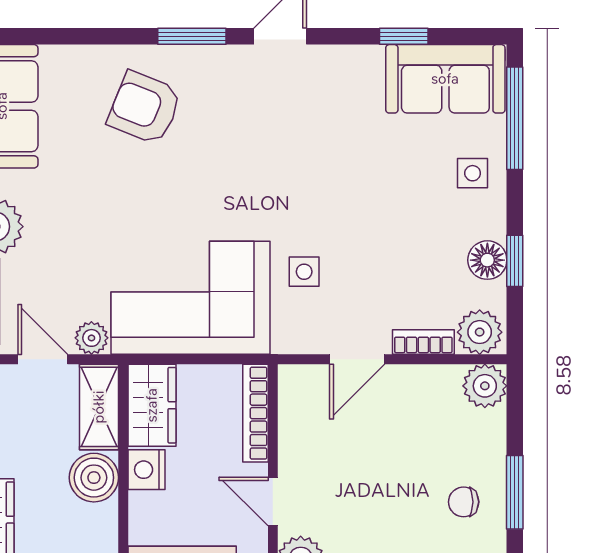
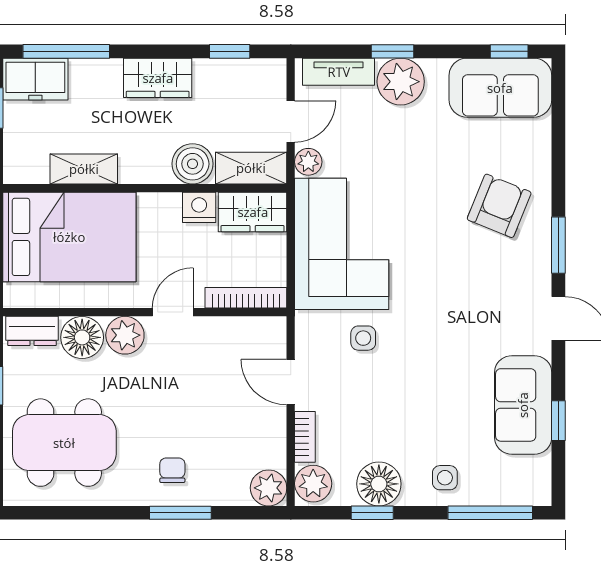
sofa: (445, 79) -> (523, 405), moved
floor lamp: (487, 260) -> (379, 484), width x1.38, depth x1.38

